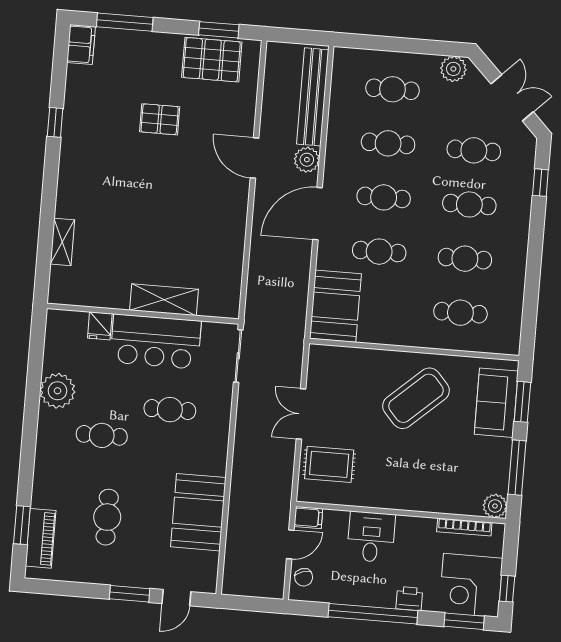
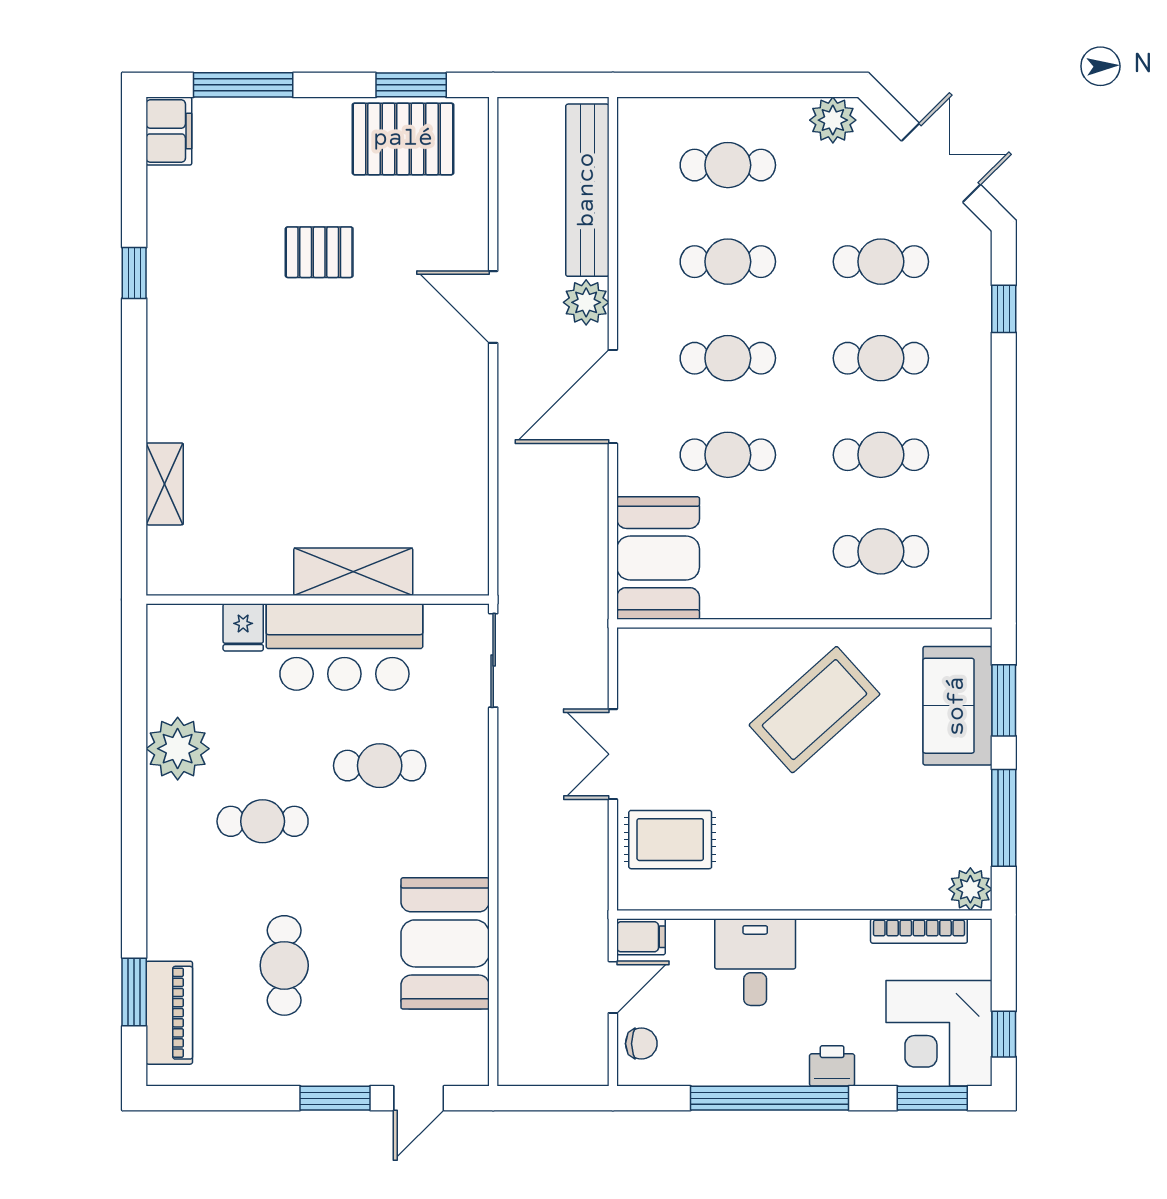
chair: (304, 577) -> (641, 1044), turned -72

